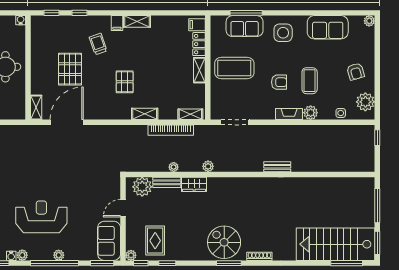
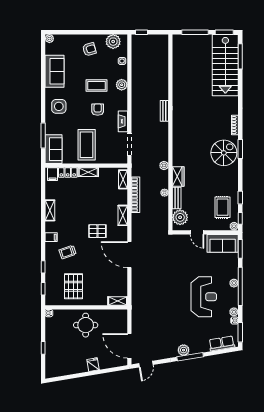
shelving: (137, 21) -> (50, 210), moved
sofa: (245, 26) -> (54, 149), moved
pallet: (70, 69) -> (73, 286), moved, turned 90
fireplace: (289, 114) -> (123, 121), moved
door: (67, 122) -> (129, 255), moved
reception desk: (41, 217) -> (204, 297), turned 180
rug: (155, 241) -> (222, 207), turned 90
spiral stairs: (224, 242) -> (224, 153), turned 180

